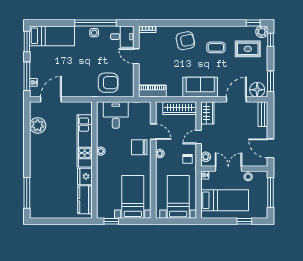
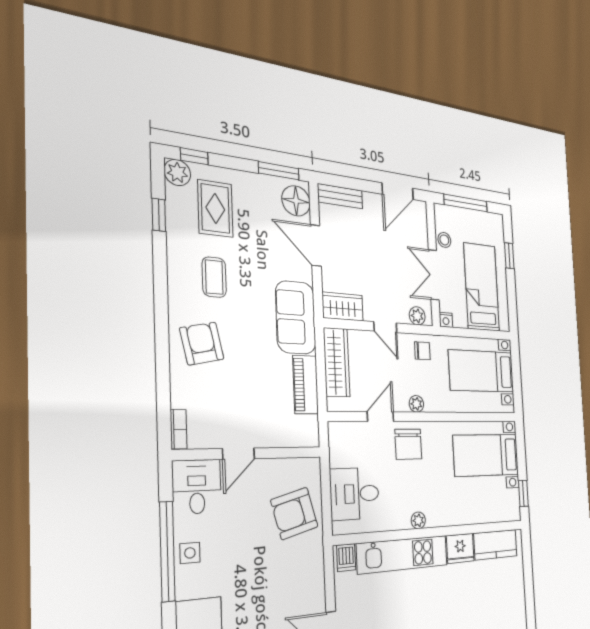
window: (253, 23) -> (159, 215), moved
armchair: (108, 83) -> (294, 513), turned -105
piano: (152, 91) -> (306, 385), moved
dishwasher: (86, 109) -> (346, 558), added

